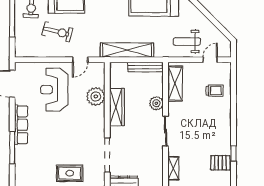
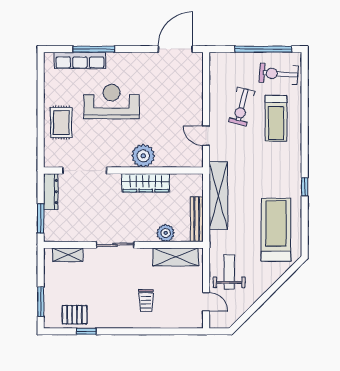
reception desk: (54, 90) -> (112, 102), moved
trolley: (215, 91) -> (146, 300), moved
plant: (96, 96) -> (143, 156), moved
plant: (156, 103) -> (166, 233), moved
row of seats: (21, 125) -> (80, 60), moved
pallet: (220, 163) -> (75, 315), turned 90

